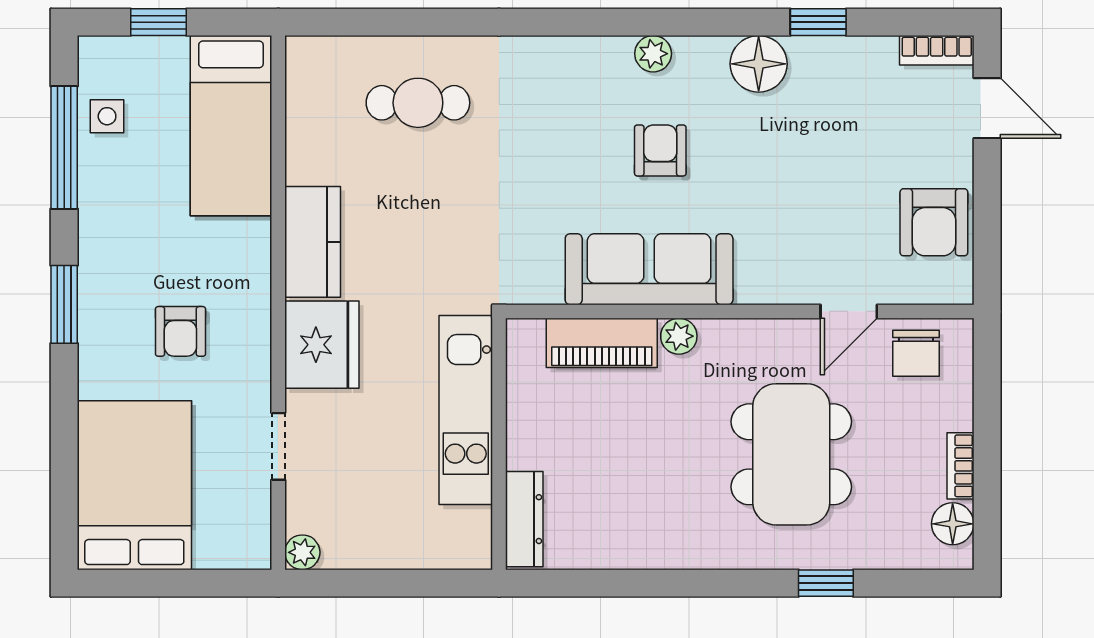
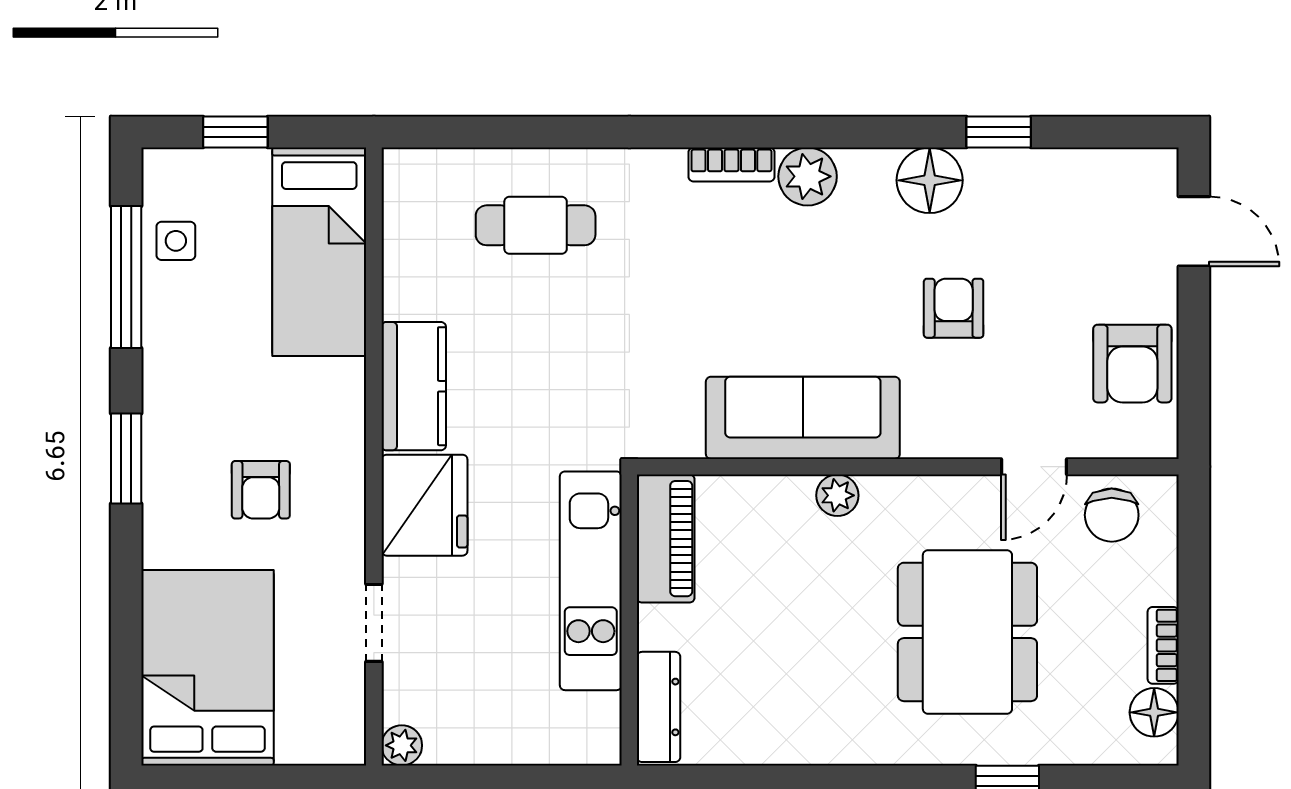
bookcase: (937, 50) -> (731, 165), moved
plant: (653, 54) -> (808, 176), width x1.38, depth x1.38
armchair: (660, 150) -> (954, 308), moved
piano: (602, 343) -> (666, 539), moved, turned -90

